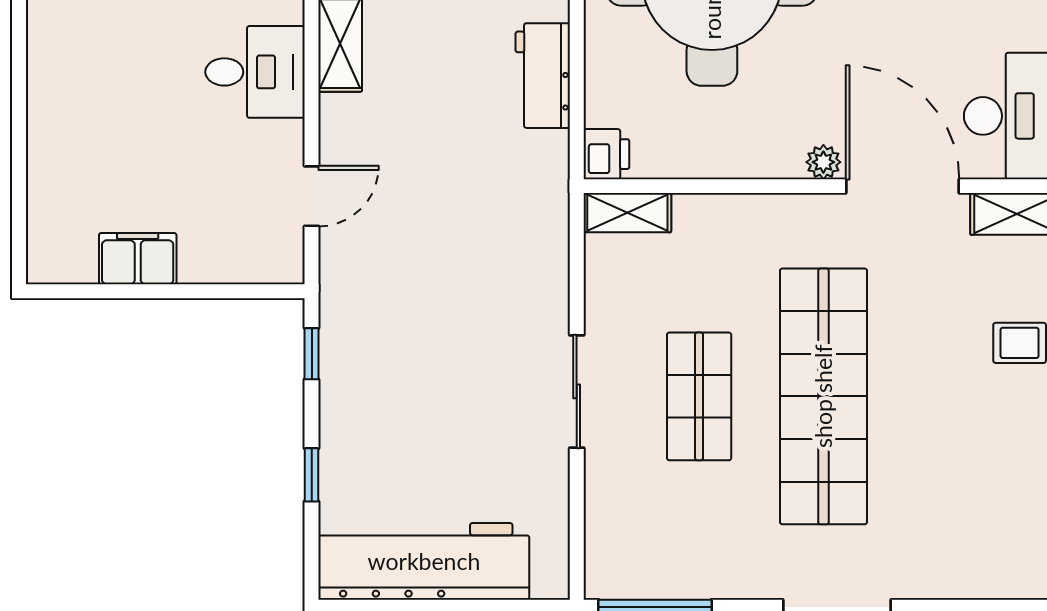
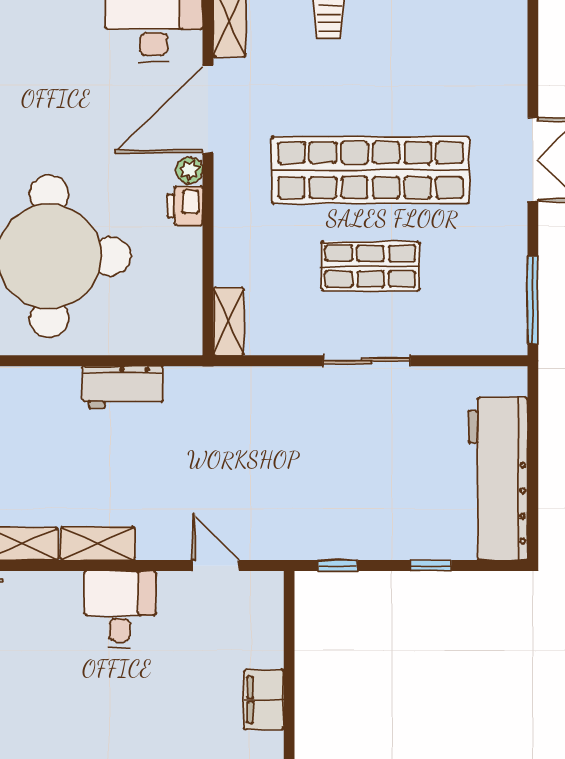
printer: (606, 154) -> (185, 206), moved, turned -90

